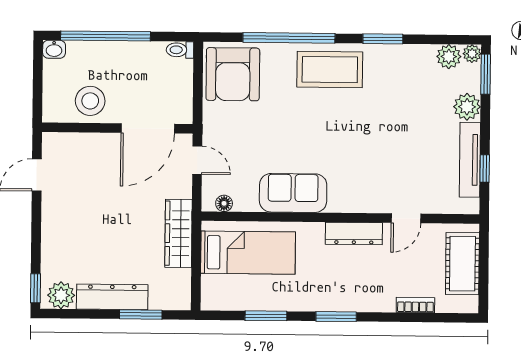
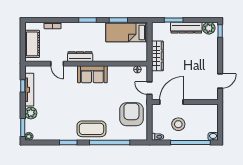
plant: (449, 57) -> (39, 135), removed
armchair: (233, 74) -> (131, 114), moved
stool: (90, 101) -> (178, 124), moved
sofa: (293, 193) -> (92, 74), moved
door: (406, 218) -> (57, 64), swing flipped
bed: (248, 253) -> (127, 32), moved

